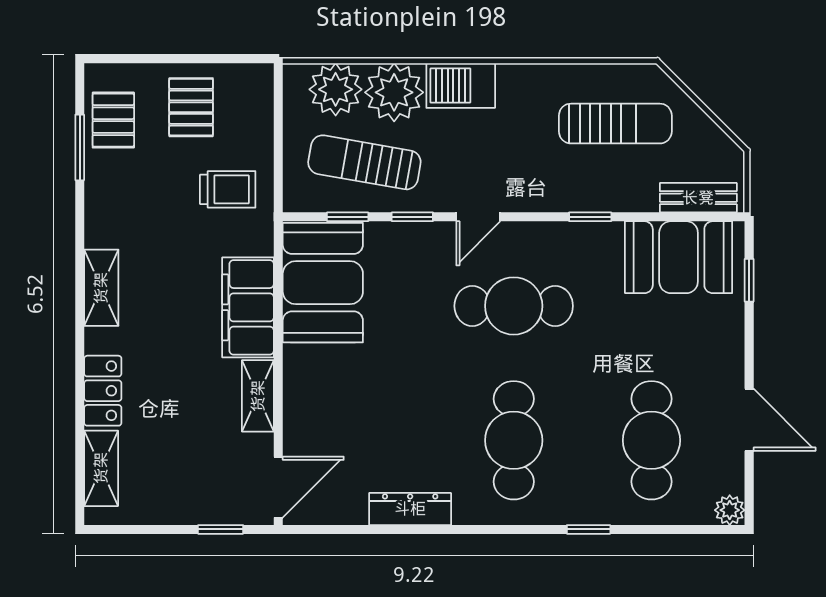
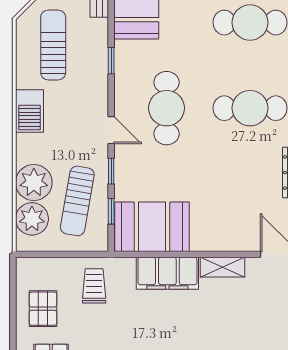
barbecue: (461, 85) -> (30, 111), moved
pallet: (191, 107) -> (43, 309), turned 90

